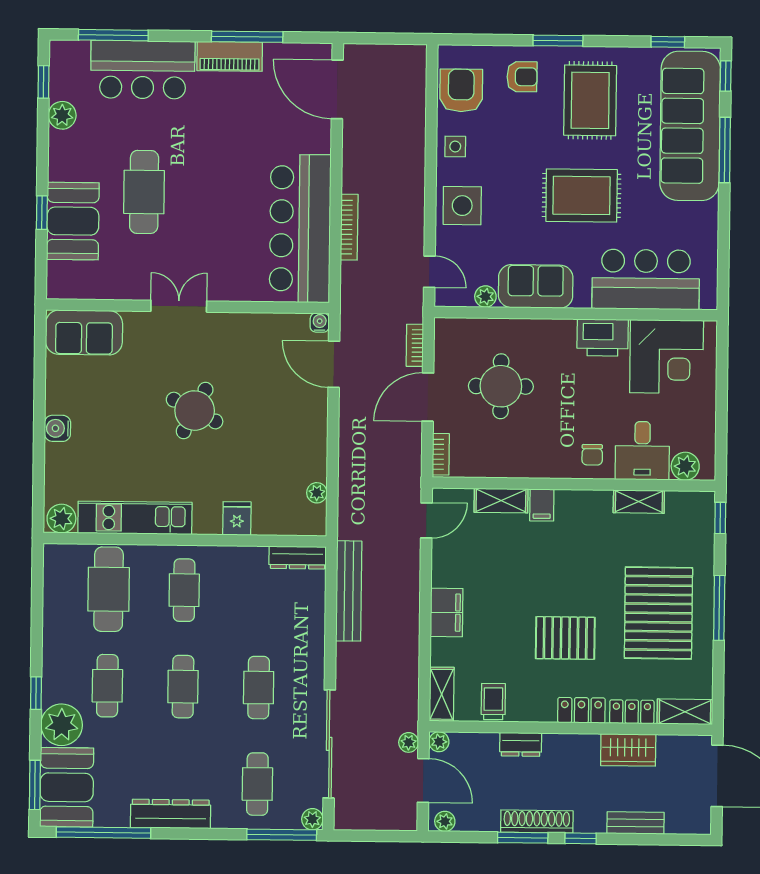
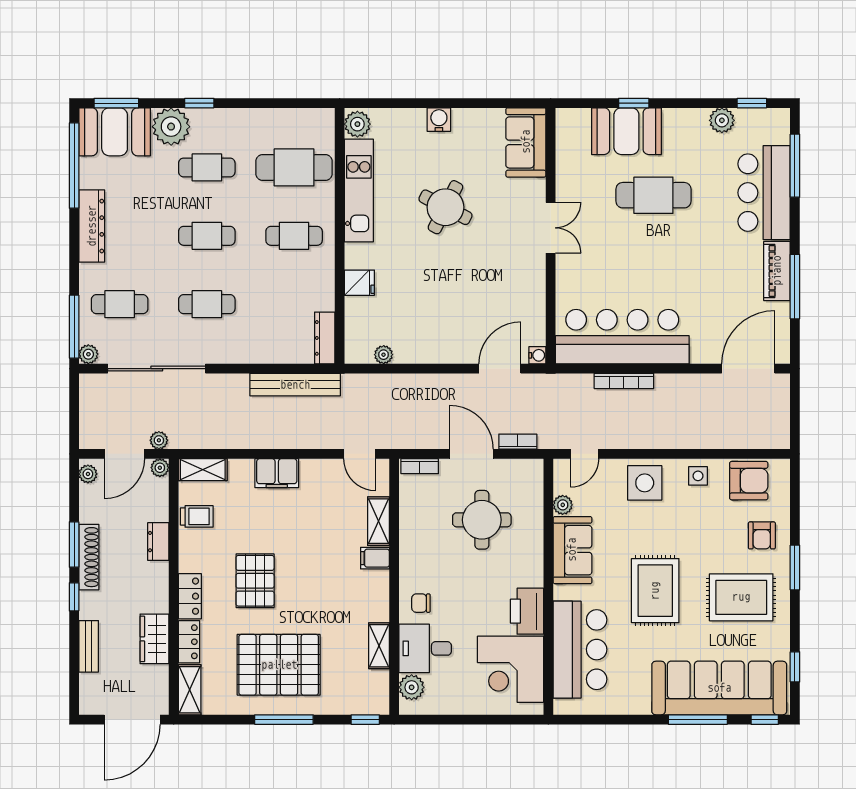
round table: (195, 411) -> (445, 207), moved

